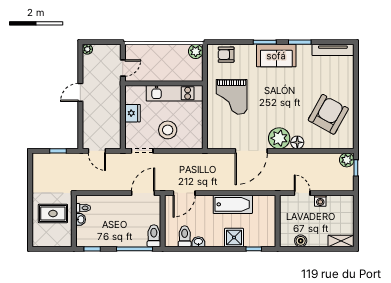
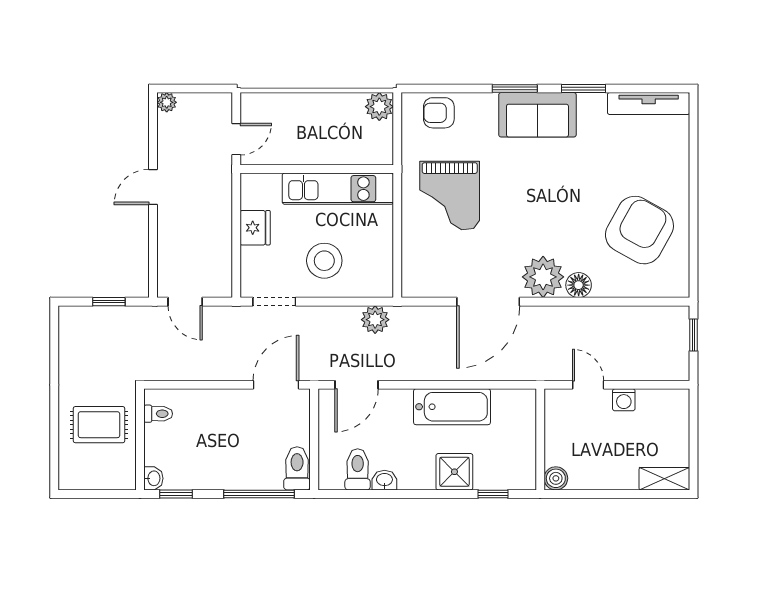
plant: (347, 160) -> (375, 320), moved
washbasin: (81, 219) -> (153, 478), moved
boiler: (301, 241) -> (556, 478), moved

